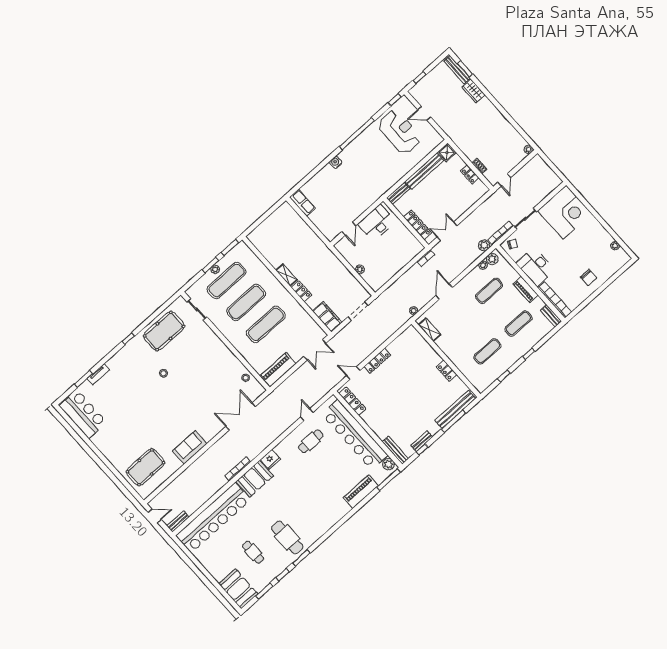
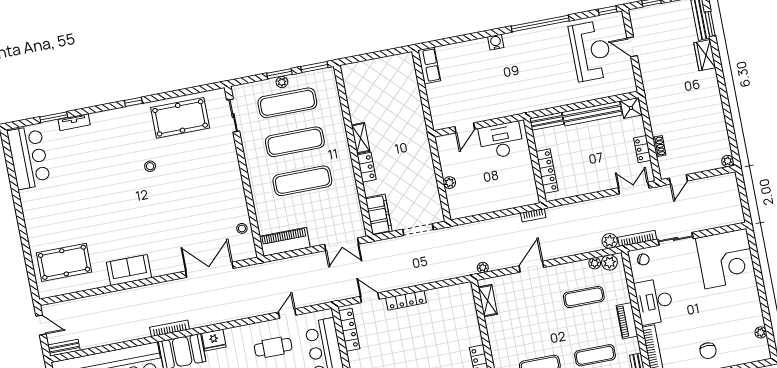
double door: (447, 231) -> (634, 188), moved

